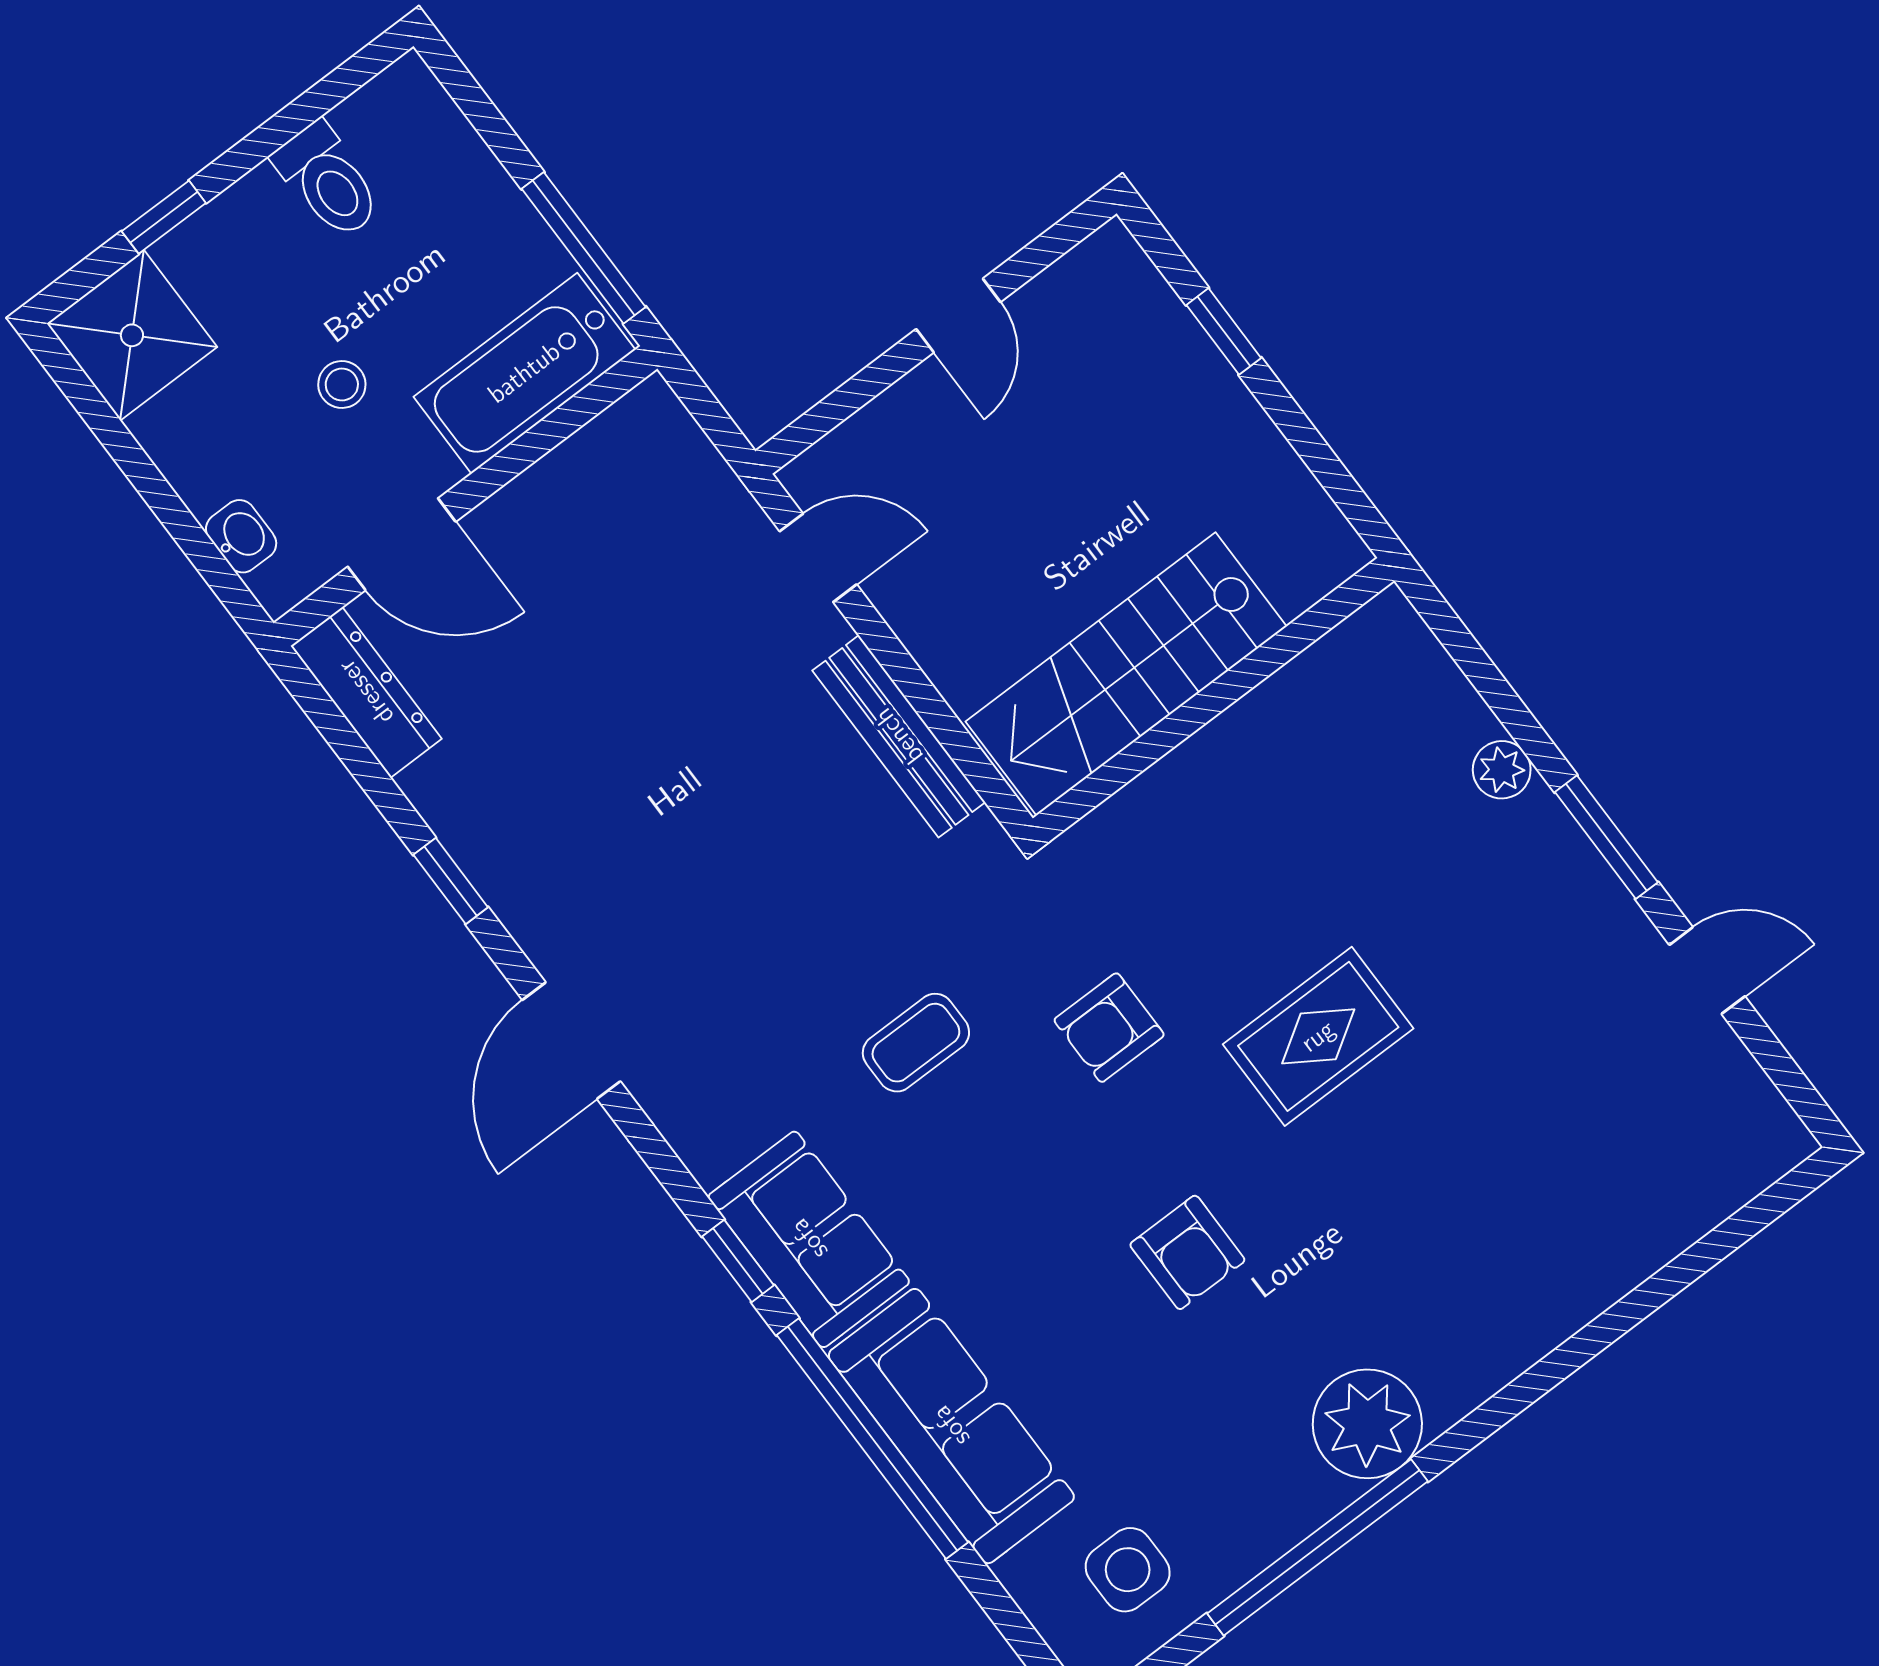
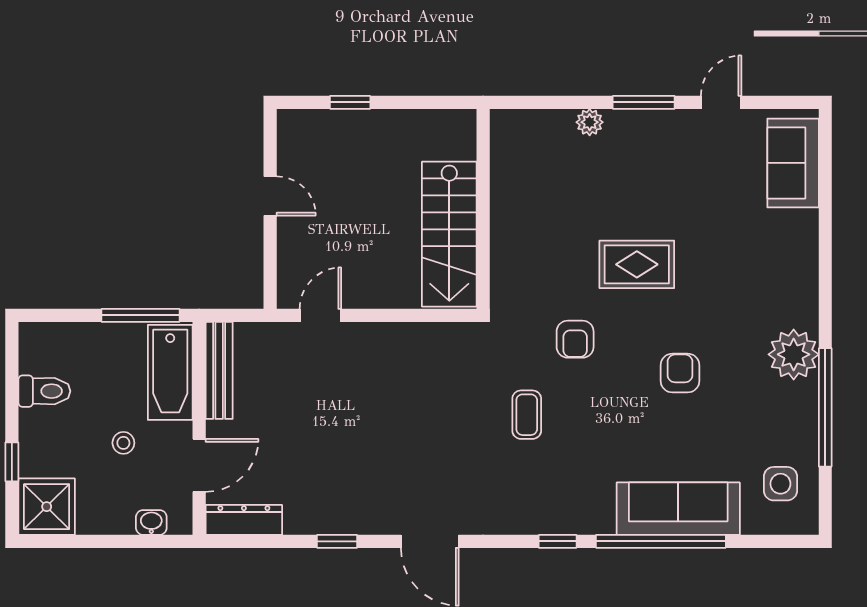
bench: (899, 736) -> (219, 370), moved, turned 90
rug: (1318, 1036) -> (637, 264), turned 90
sofa: (809, 1239) -> (793, 163), moved, turned -90
armchair: (1187, 1252) -> (680, 373), turned -90

